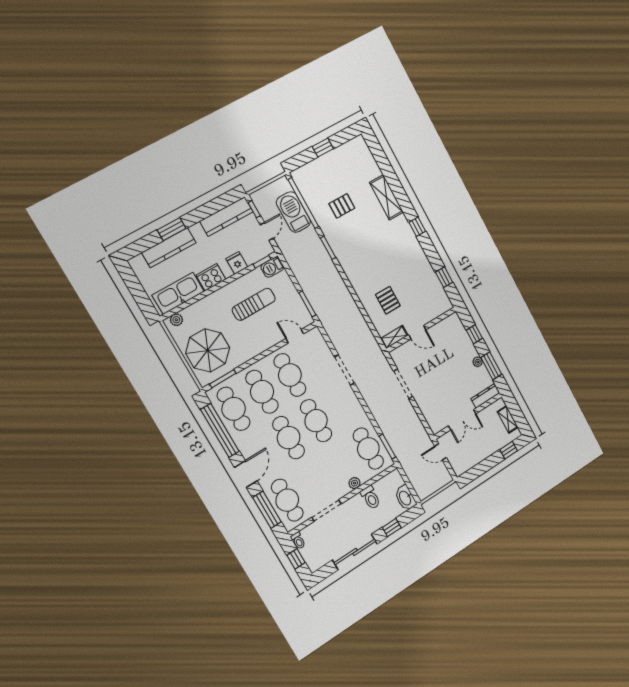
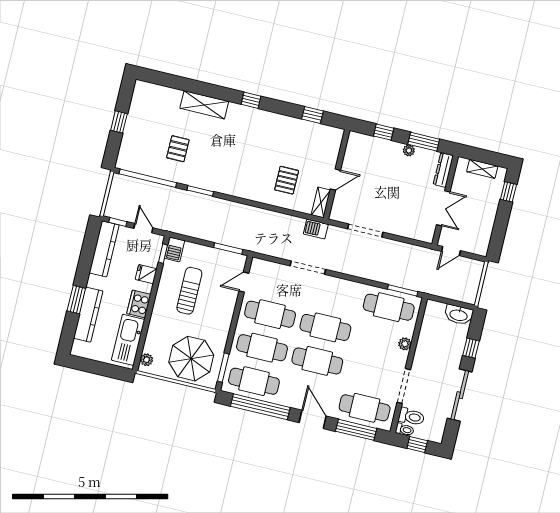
barbecue: (293, 212) -> (316, 229), moved, width x0.53, depth x0.65
pallet: (388, 300) -> (287, 180), turned 90
toilet: (371, 497) -> (411, 417), moved

